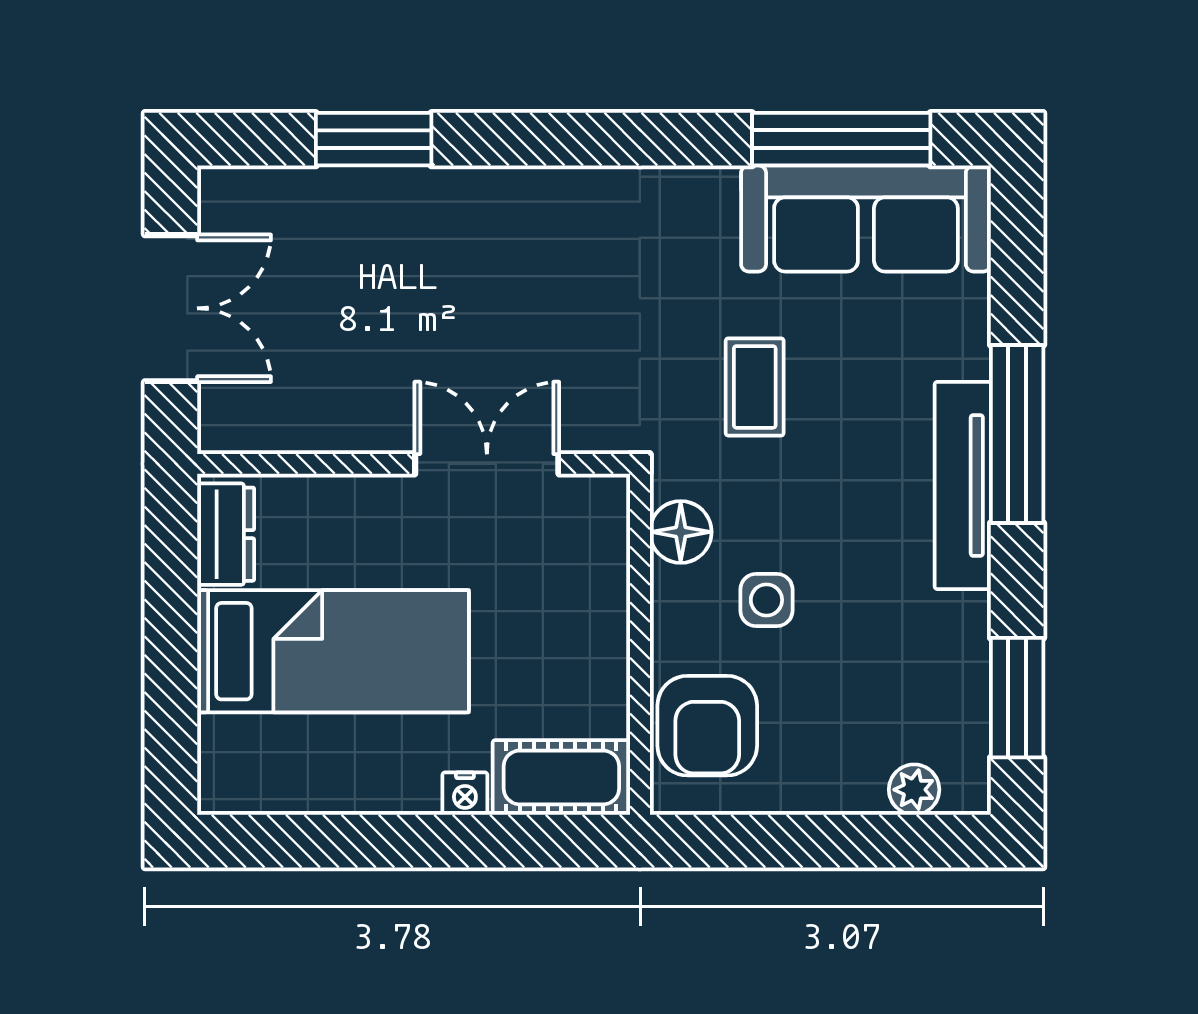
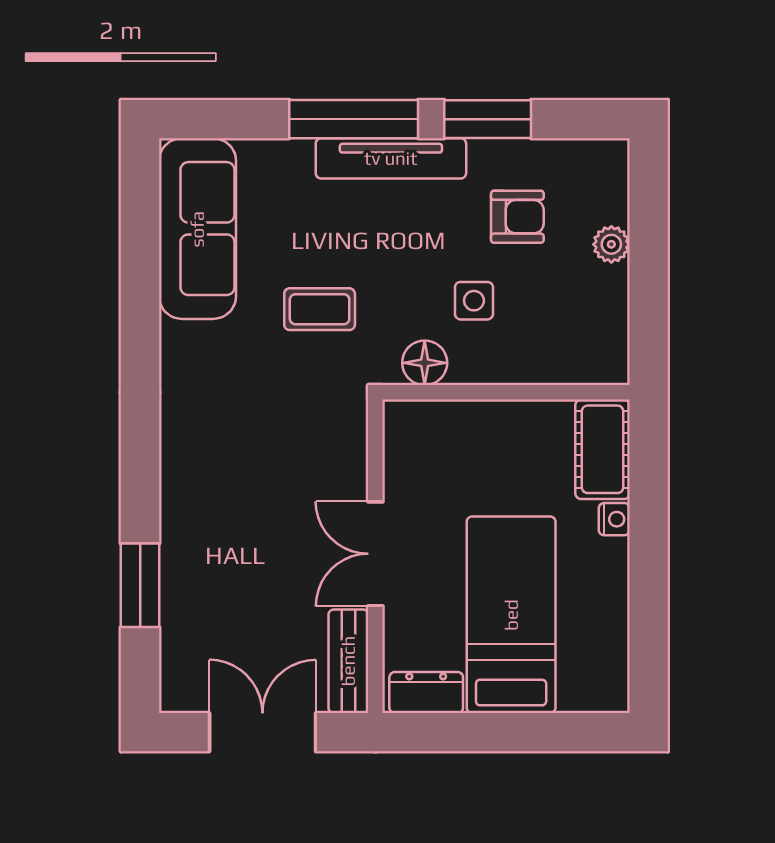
window: (841, 139) -> (140, 246), removed
bench: (269, 427) -> (348, 661), added
double door: (487, 464) -> (375, 554), moved
window: (1017, 698) -> (488, 119), moved
armchair: (707, 726) -> (517, 217), moved, width x0.72, depth x0.72
plant: (914, 790) -> (611, 244), moved

